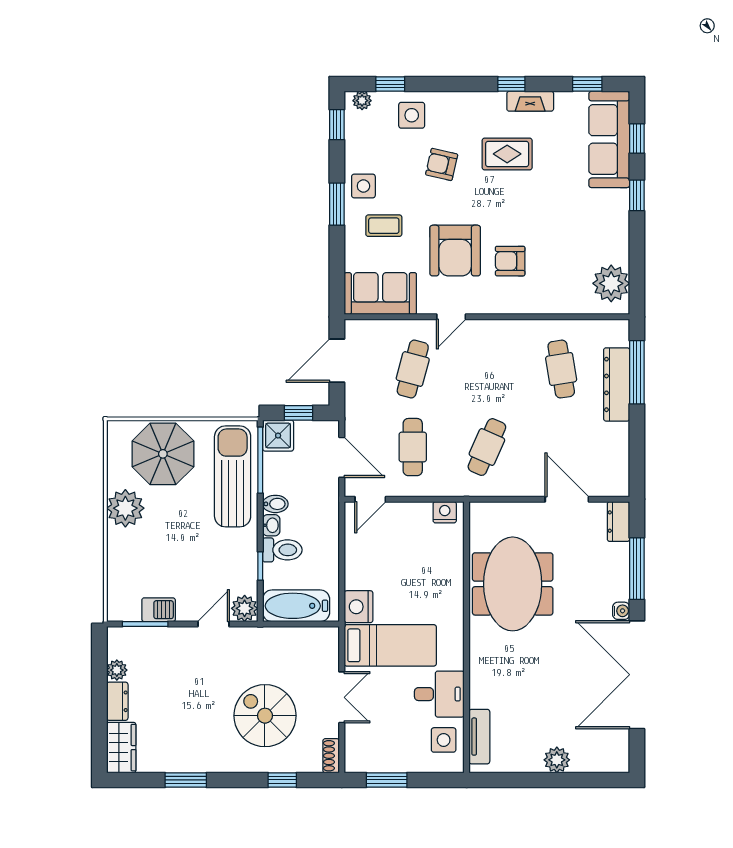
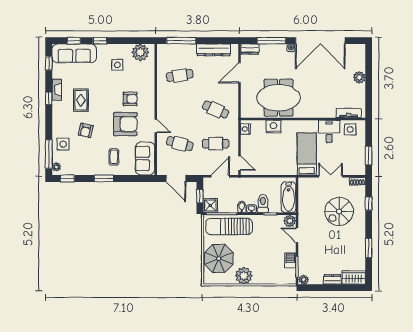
window: (390, 84) -> (49, 154), width x2.17
side table: (363, 186) -> (117, 65), moved
armchair: (510, 261) -> (130, 99), turned -90
dresser: (617, 384) -> (214, 50), moved
nightstand: (358, 607) -> (273, 127), moved, turned 180
plant: (117, 670) -> (304, 280), moved

